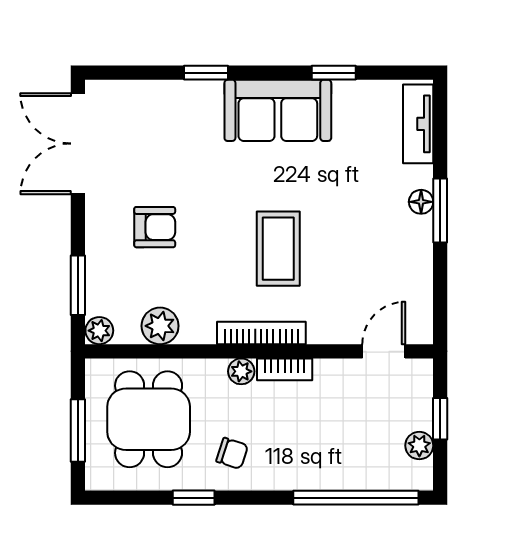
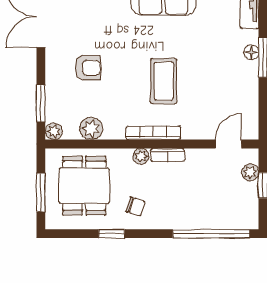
plant: (419, 446) -> (250, 172), moved

